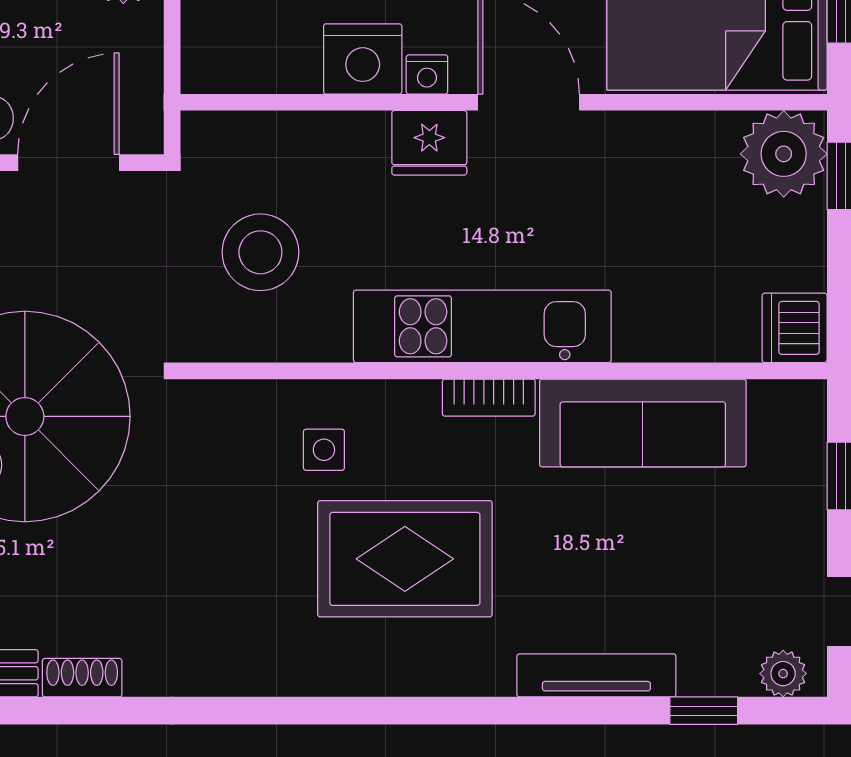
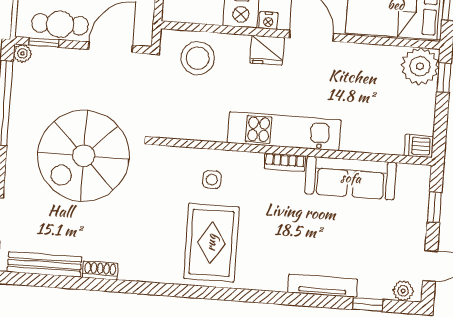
stool: (260, 252) -> (198, 58), moved
dishwasher: (795, 328) -> (419, 146), width x0.73
rug: (405, 559) -> (211, 243), moved, turned 90

